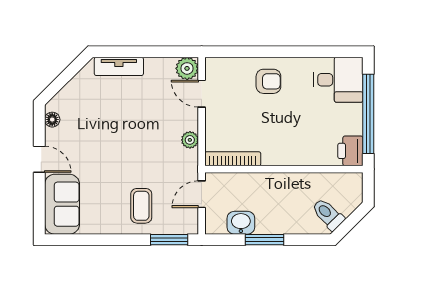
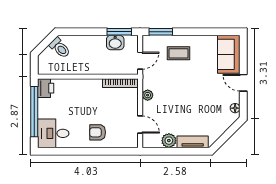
plant: (187, 68) -> (169, 141), moved
coffee table: (141, 206) -> (178, 53), turned 90
window: (265, 240) -> (119, 32), moved

